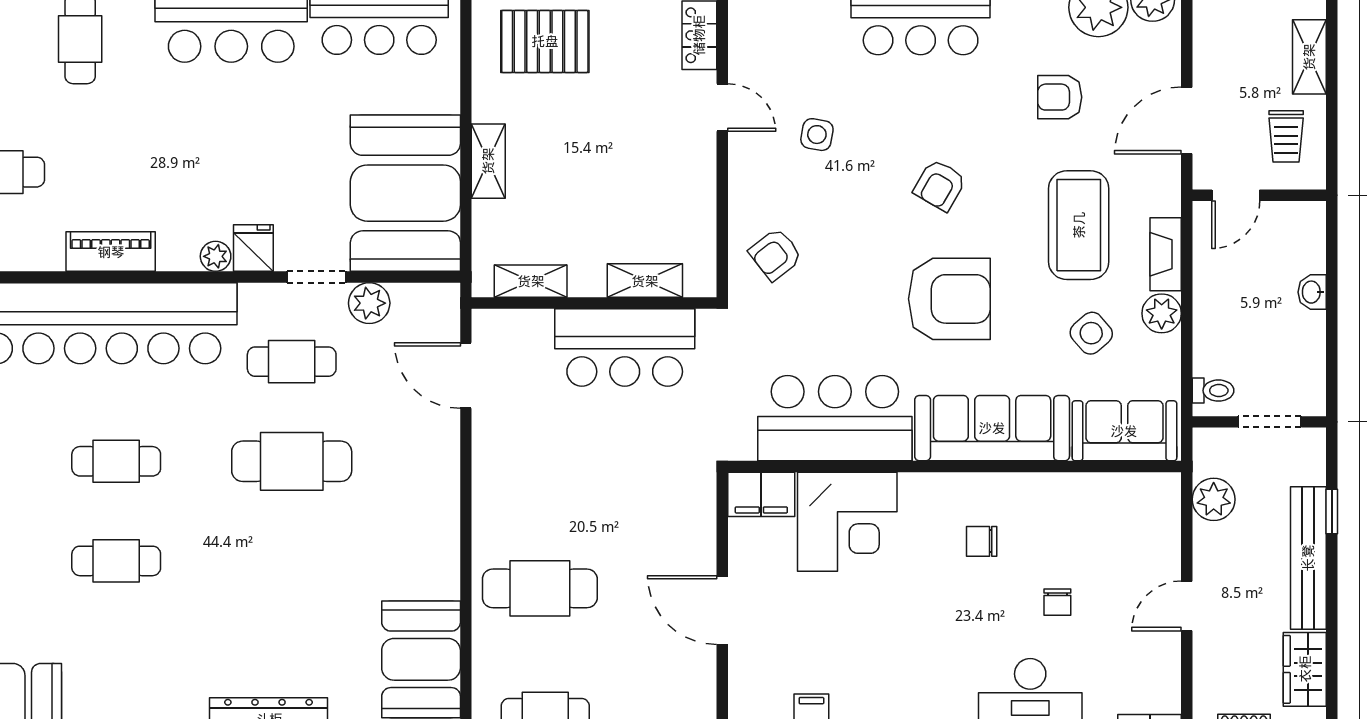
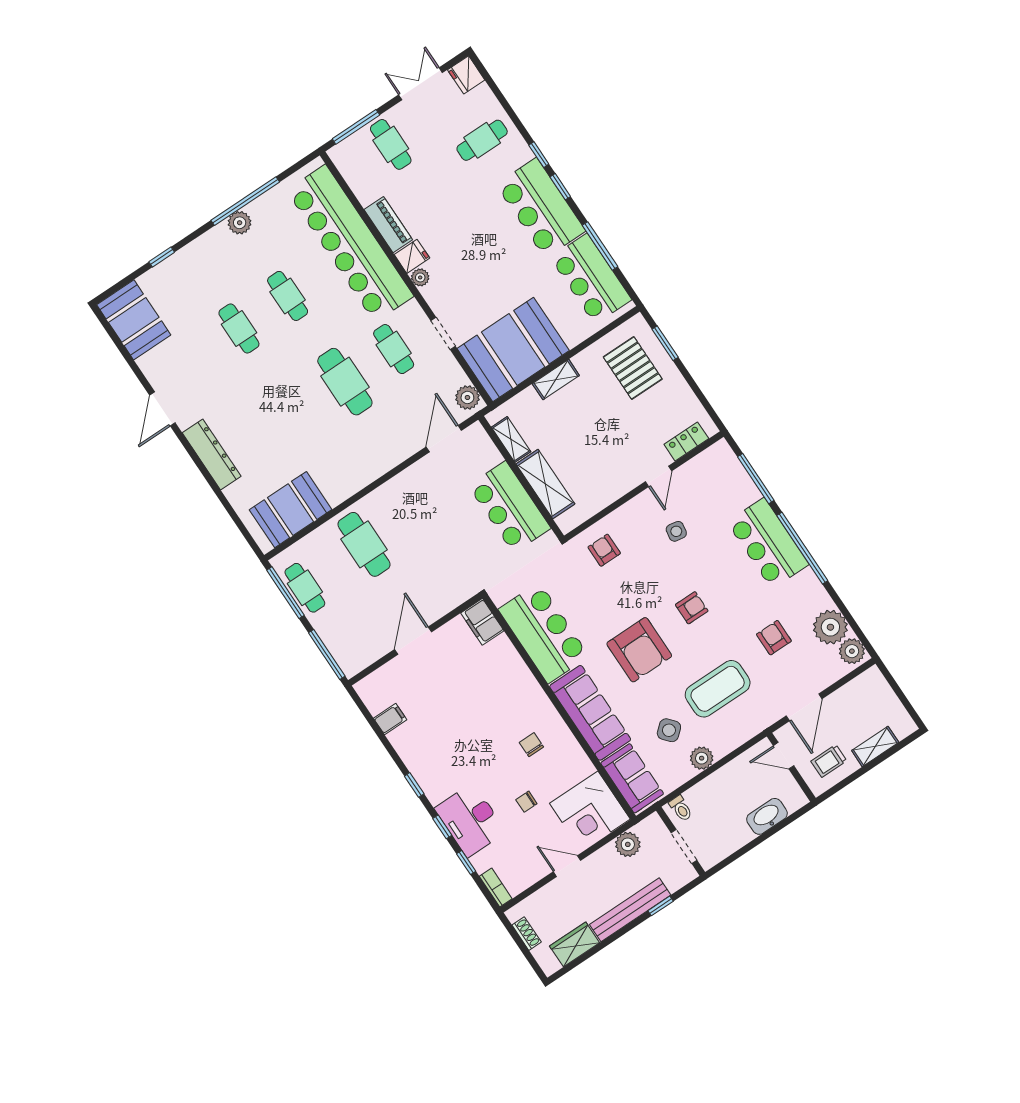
door: (1187, 120) -> (804, 707), swing flipped
armchair: (940, 185) -> (692, 608), turned 150
fridge: (253, 248) -> (412, 256), moved
armchair: (775, 254) -> (604, 550), turned 38
fireplace: (1166, 254) -> (732, 741), removed
shelving: (645, 281) -> (545, 484), width x1.50, depth x1.33
washbasin: (1312, 292) -> (767, 816), width x1.91, depth x1.45
plant: (369, 303) -> (467, 397), moved
corner desk: (847, 522) -> (590, 811), moved

